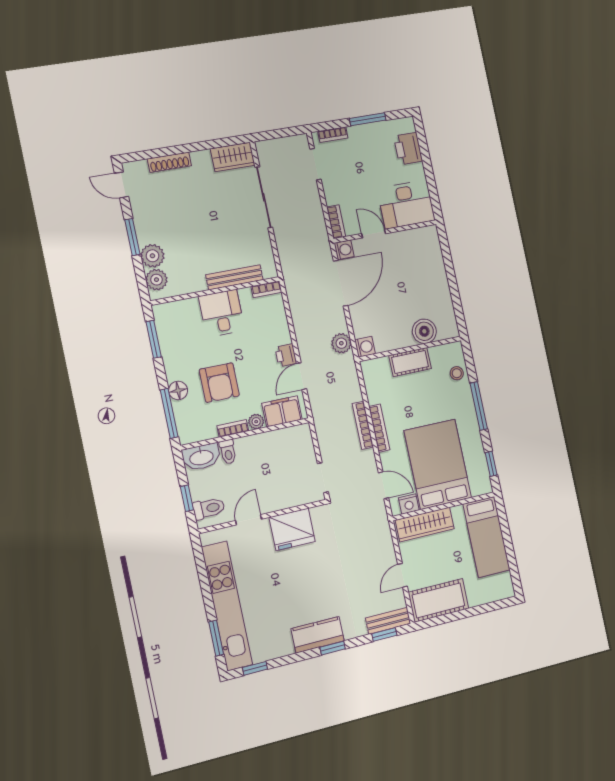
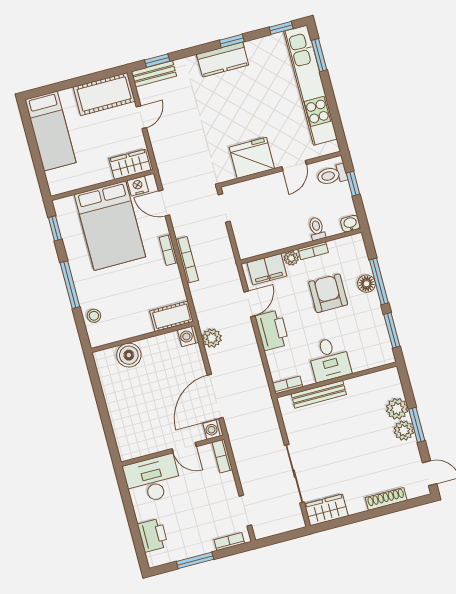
plant: (156, 280) -> (404, 430), moved
printer: (286, 355) -> (272, 330), width x1.87, depth x1.48
cot: (410, 362) -> (172, 316), moved
window: (169, 413) -> (379, 281), moved
bookcase: (379, 428) -> (168, 250), width x0.64
washbasin: (201, 457) -> (350, 224), width x0.52, depth x0.69
wardrobe: (425, 524) -> (130, 164), width x0.67
bed: (487, 537) -> (50, 131), moved, turned 180
window: (333, 648) -> (232, 41), moved

